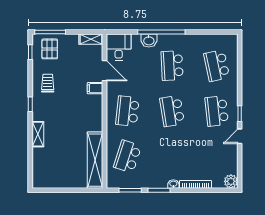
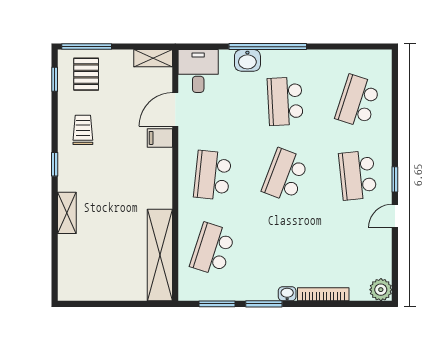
school desk: (217, 66) -> (358, 101), turned 30
door: (105, 71) -> (175, 109), swing flipped
school desk: (172, 111) -> (285, 175), turned 30

